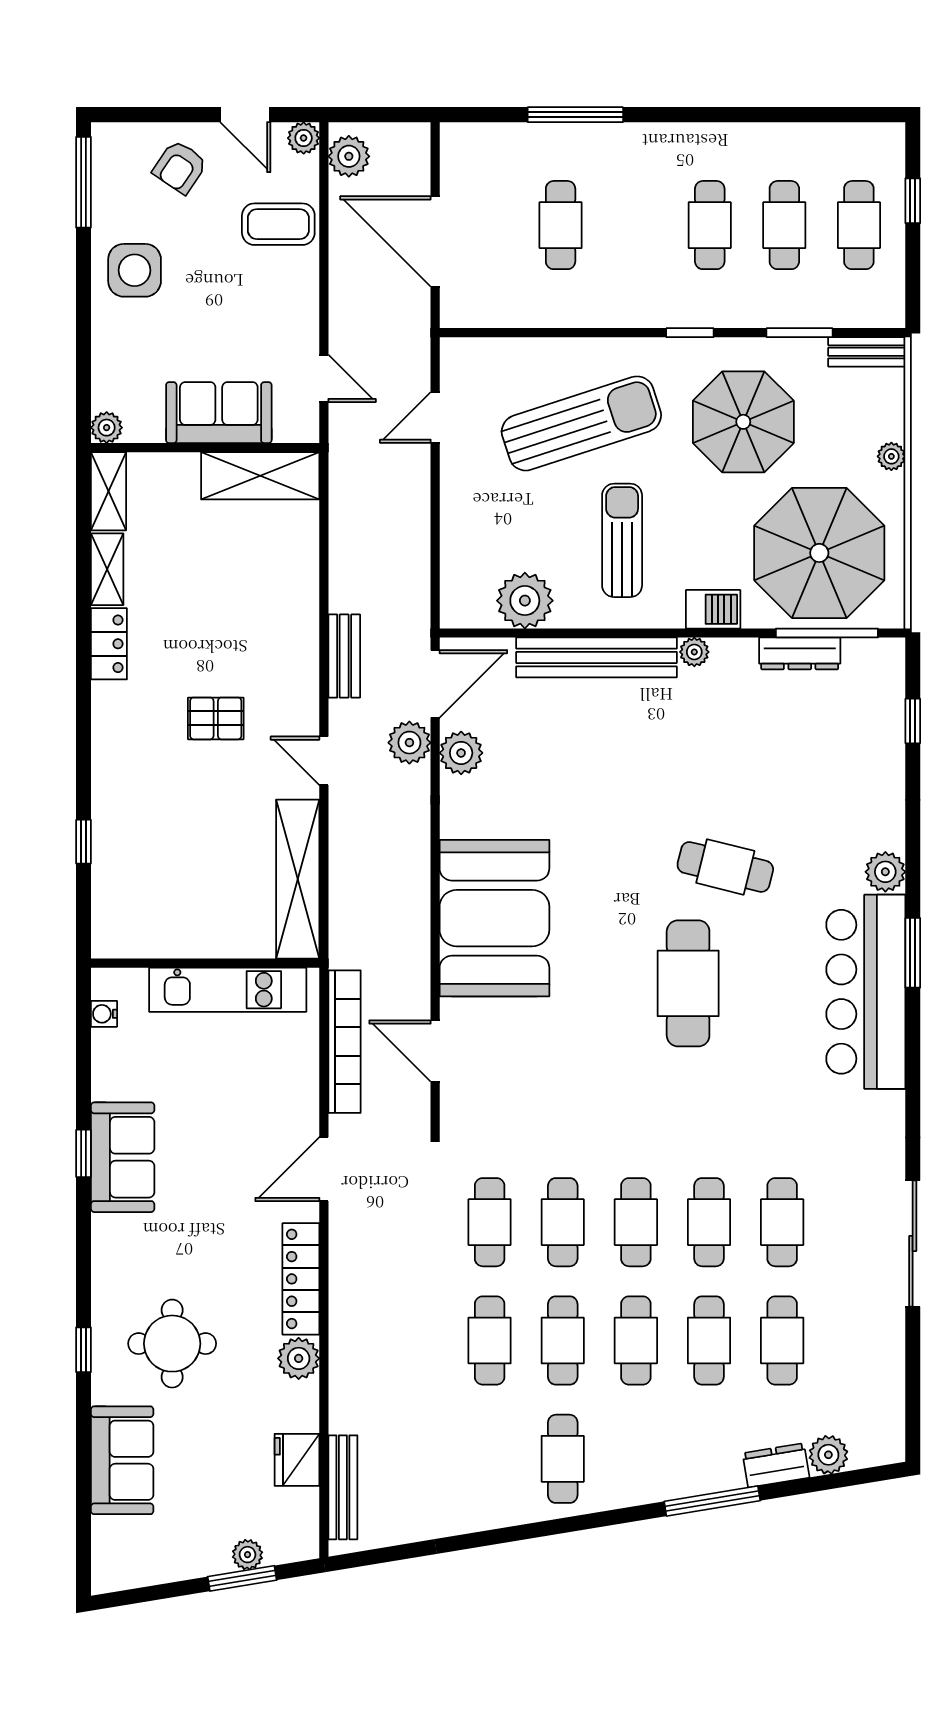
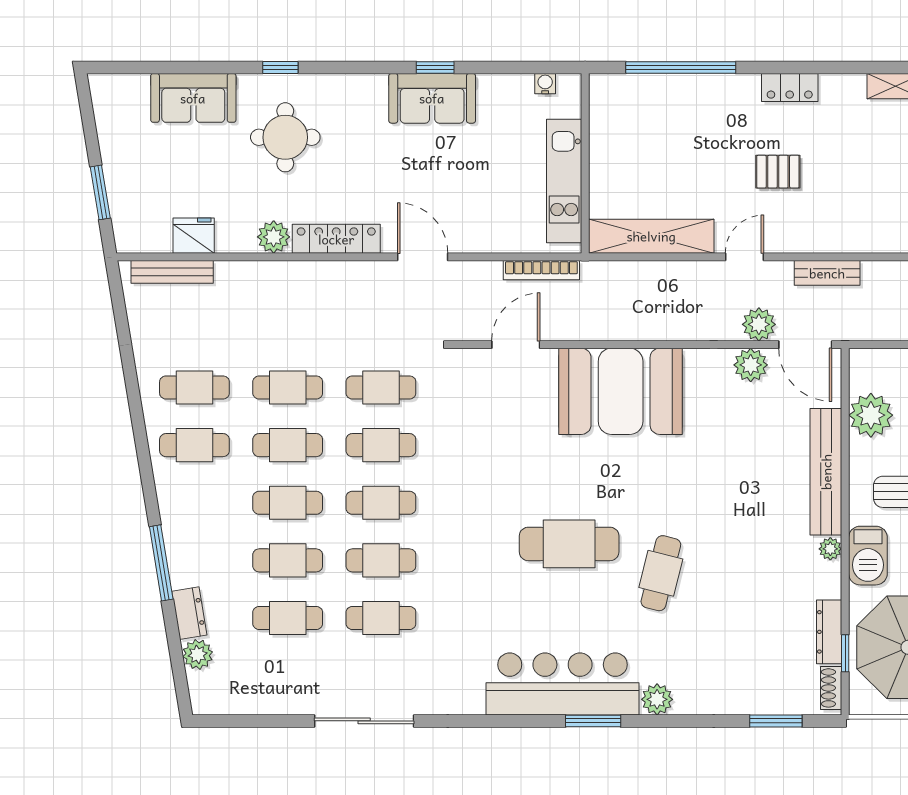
barbecue: (713, 609) -> (868, 556), width x1.38, depth x1.27
window: (827, 633) -> (845, 653), width x0.46
locker: (109, 644) -> (790, 87), moved
shoe rack: (871, 651) -> (831, 688), added
pallet: (216, 718) -> (778, 172), turned 90
window: (913, 721) -> (776, 721), width x1.50
window: (84, 842) -> (681, 67), width x3.17
bookcase: (344, 1042) -> (541, 270), width x0.68, depth x0.76
cafe table: (490, 1459) -> (194, 387), added
plant: (247, 1555) -> (119, 197), removed

